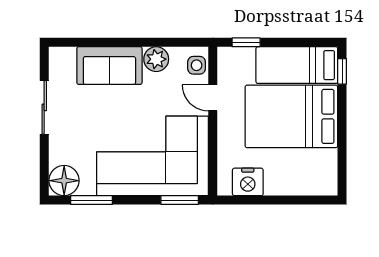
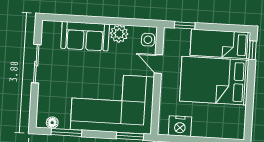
floor lamp: (64, 181) -> (52, 123), width x0.53, depth x0.53

